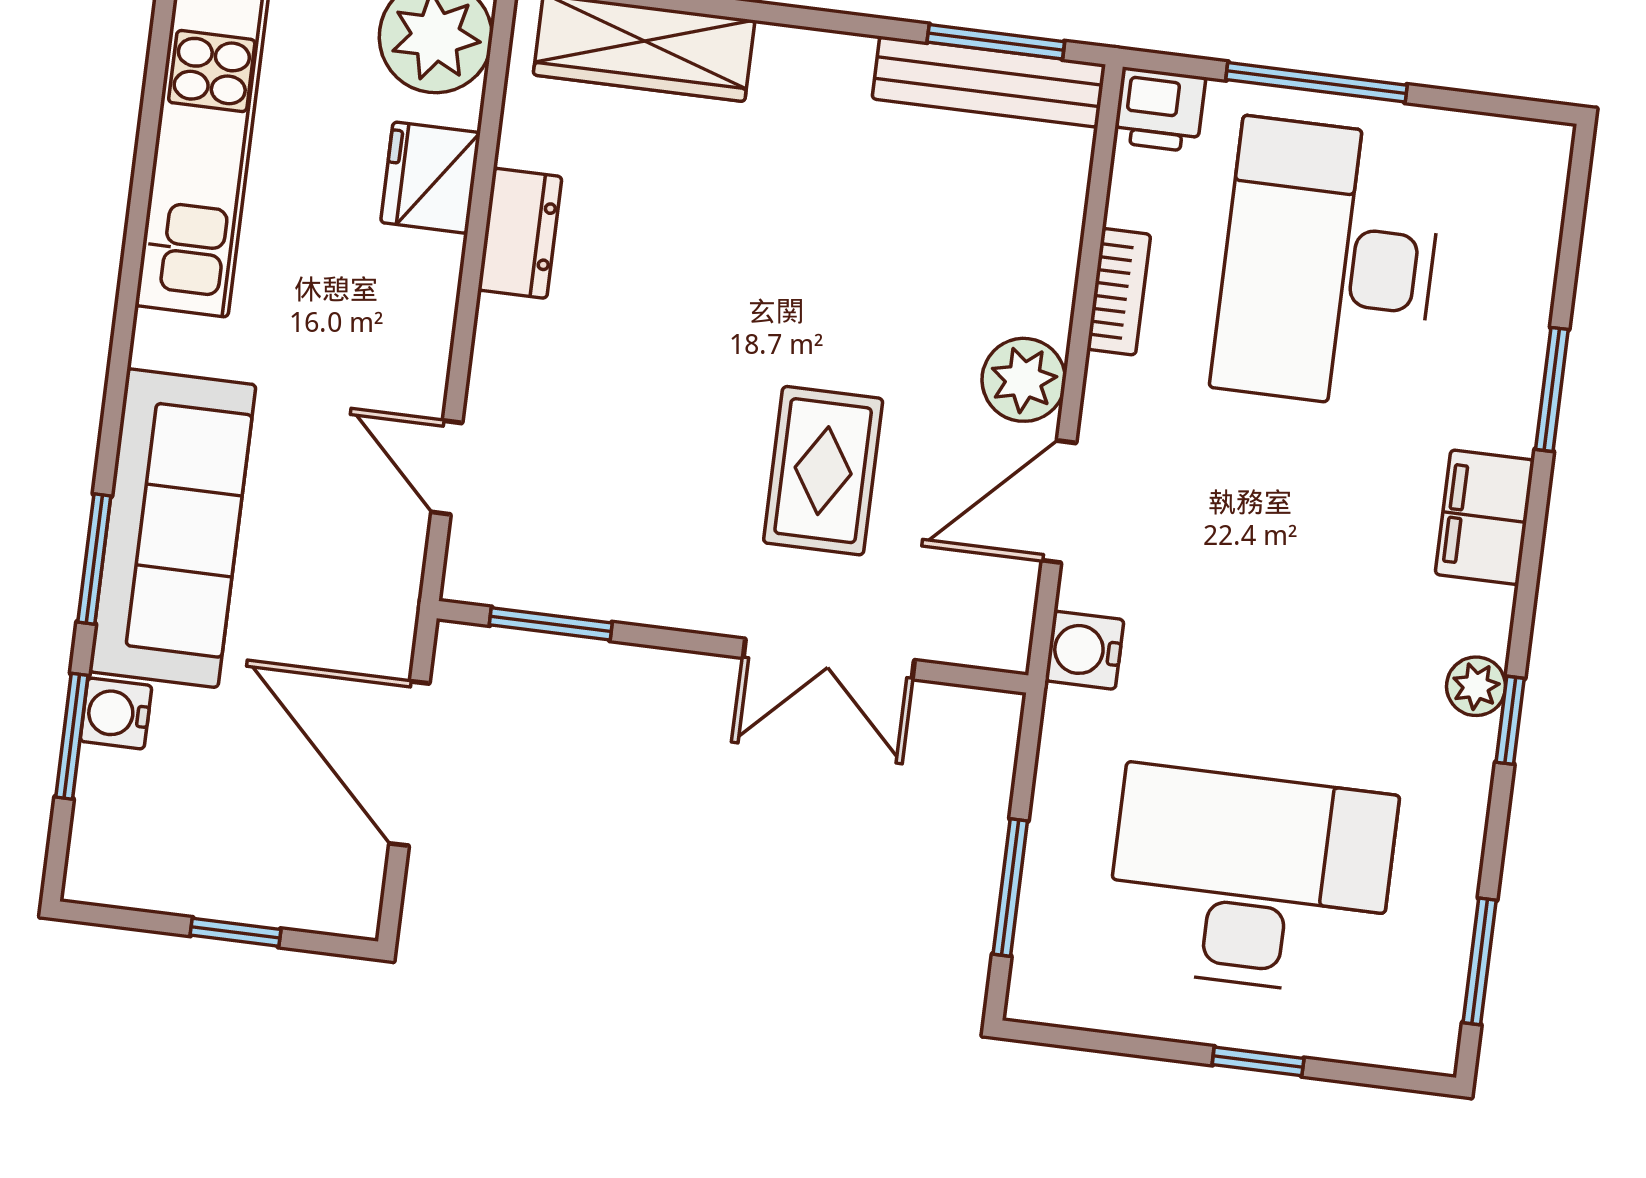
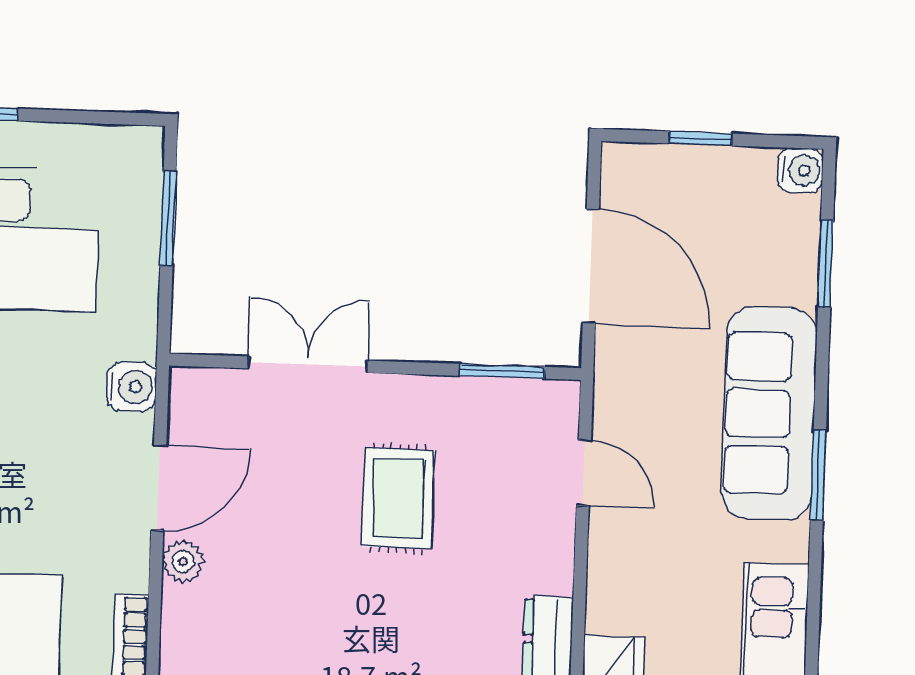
plant: (1024, 380) -> (183, 561), width x0.73, depth x0.73
rug: (823, 471) -> (398, 498), moved
window: (94, 559) -> (818, 475), moved
water cooler: (116, 713) -> (801, 170), moved

